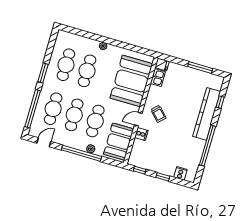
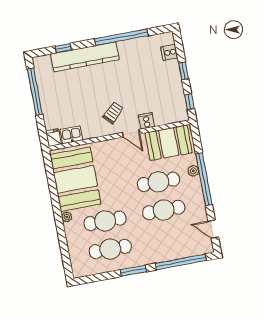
window: (200, 67) -> (35, 92), width x1.46
booth: (131, 81) -> (75, 179), moved, turned 90
cafe table: (53, 109) -> (169, 238), removed

